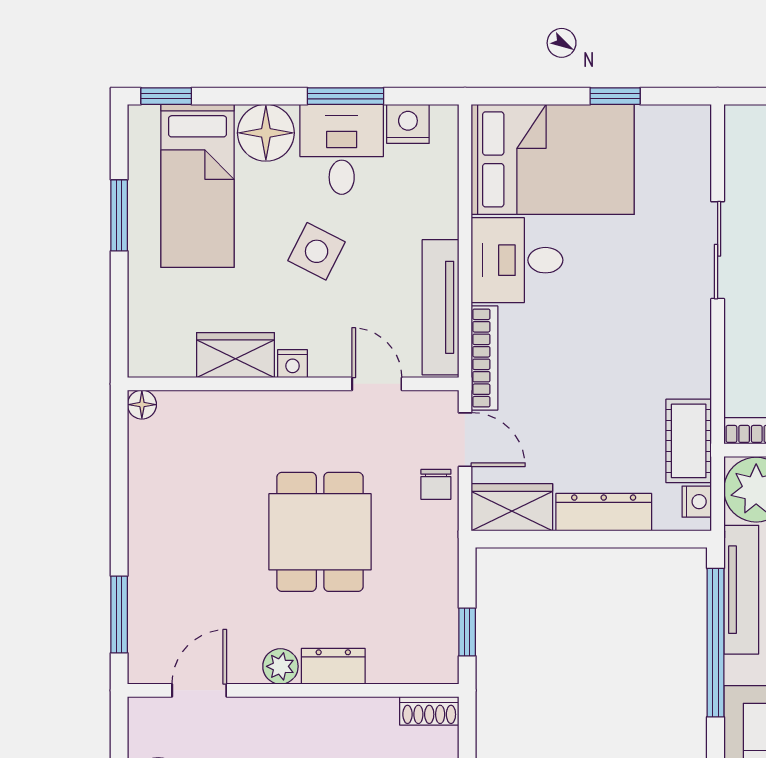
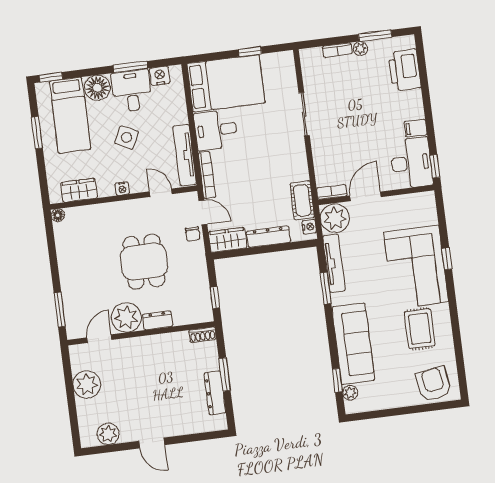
wardrobe: (235, 355) -> (79, 190), moved
window: (716, 643) -> (326, 288), width x0.47
plant: (280, 666) -> (126, 317), width x1.87, depth x1.87

